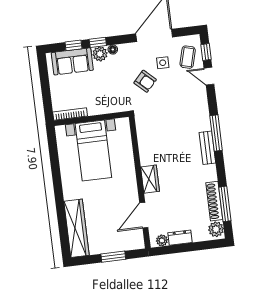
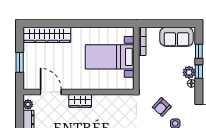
sofa: (72, 61) -> (176, 37), moved, turned -90

